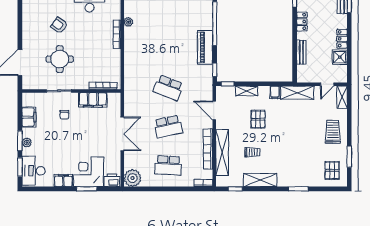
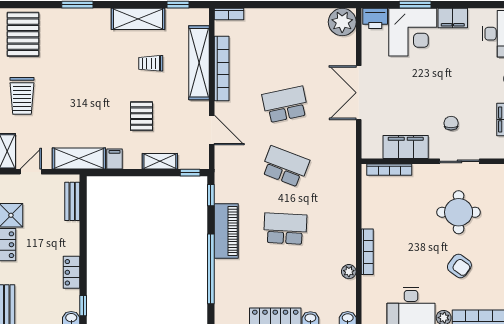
bench: (301, 52) -> (72, 201), moved
school desk: (168, 165) -> (285, 229), moved
pallet: (332, 170) -> (23, 34), width x1.50, depth x1.42

